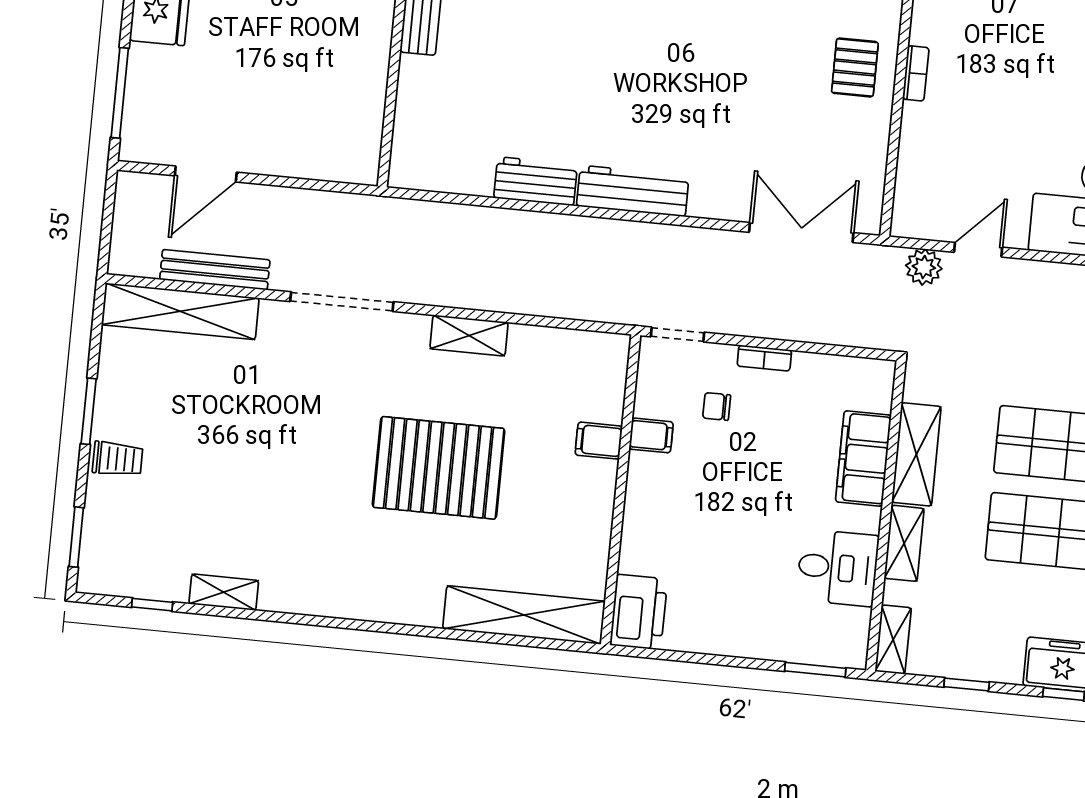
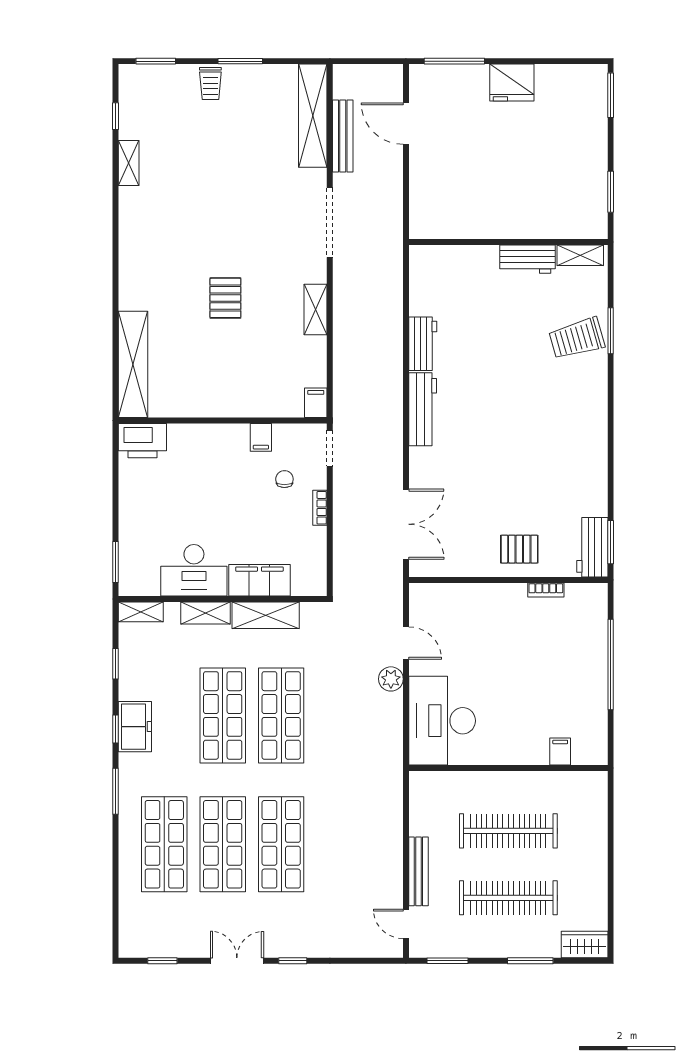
bookcase: (916, 73) -> (546, 590), moved
plant: (924, 267) -> (391, 679), moved
filing cabinet: (599, 441) -> (316, 403), moved
pallet: (439, 468) -> (225, 298), width x0.49, depth x0.50
desk: (838, 568) -> (194, 570), width x1.37

